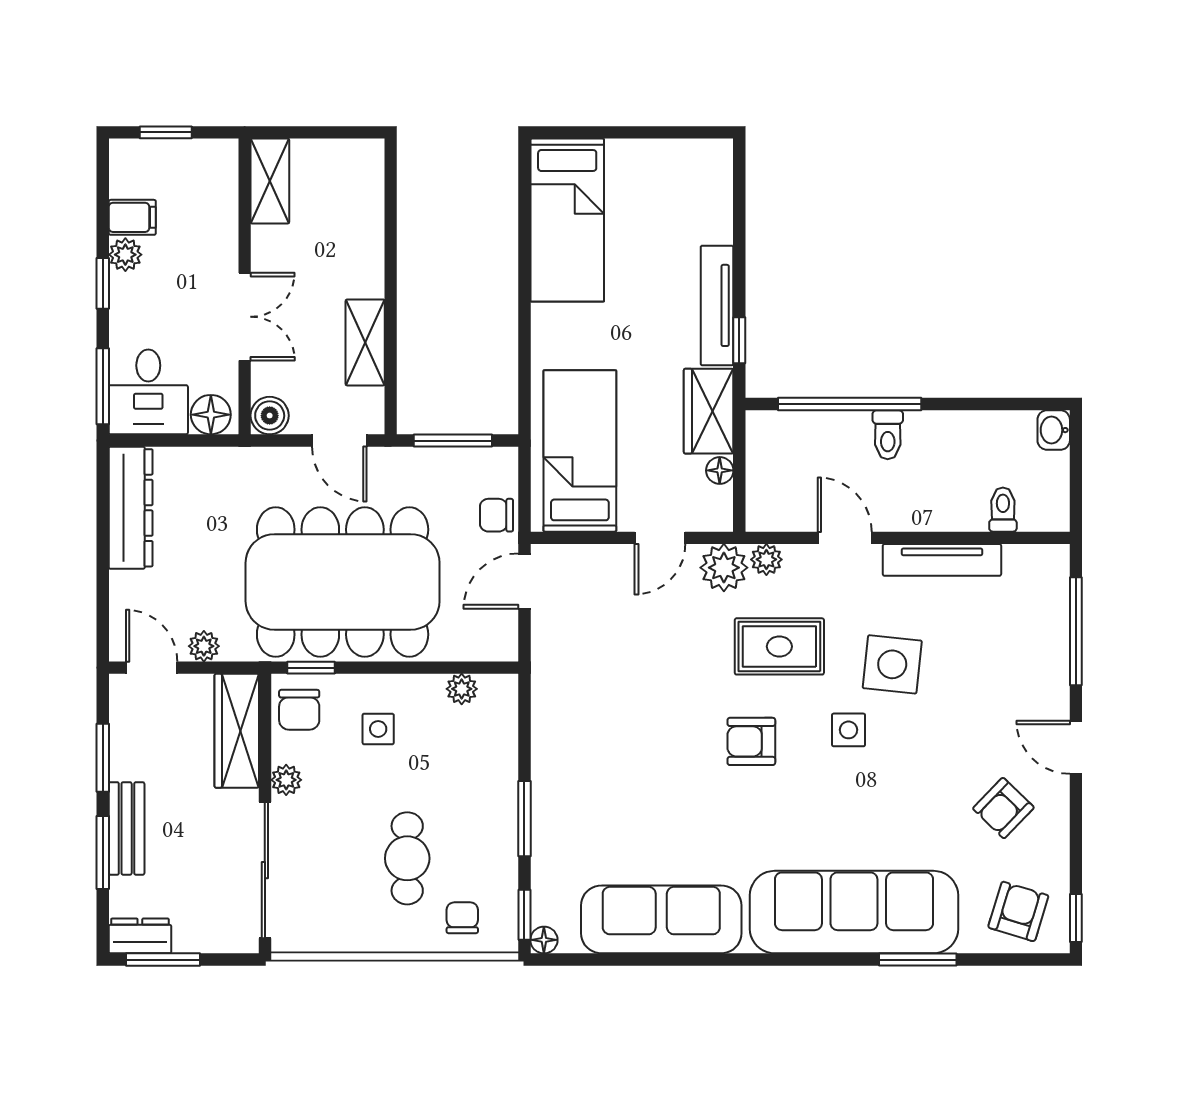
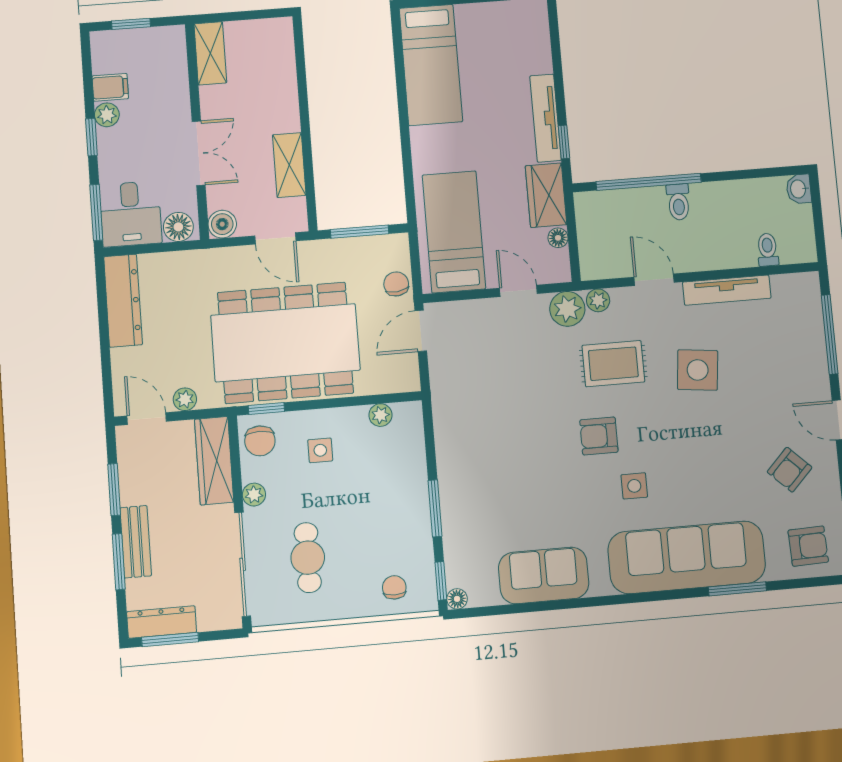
chair: (497, 515) -> (396, 284), turned 83
door: (660, 538) -> (518, 291), swing flipped
side table: (849, 730) -> (634, 486), moved
cafe table: (407, 858) -> (308, 558), moved
armchair: (1018, 911) -> (808, 546), turned 71
sofa: (661, 919) -> (544, 575), width x0.73
dresser: (140, 936) -> (162, 622), width x1.44

